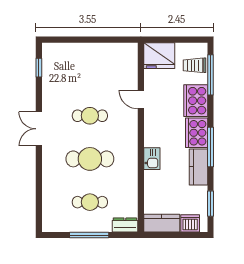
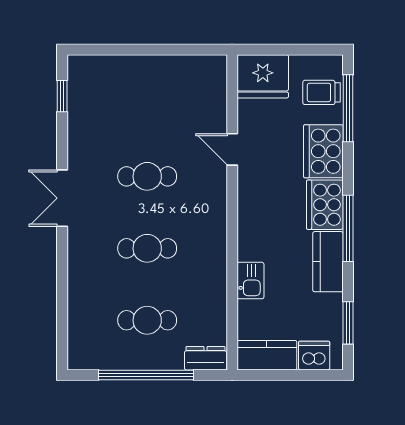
cafe table: (90, 159) -> (147, 248), width x0.73, depth x0.74
kitchen sink: (152, 159) -> (250, 281), moved
window: (89, 235) -> (146, 375), width x1.46

